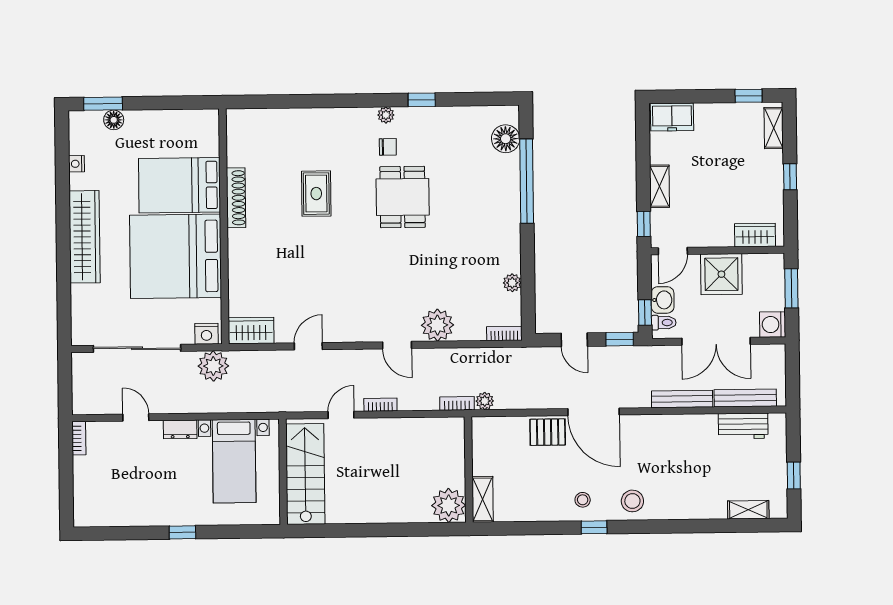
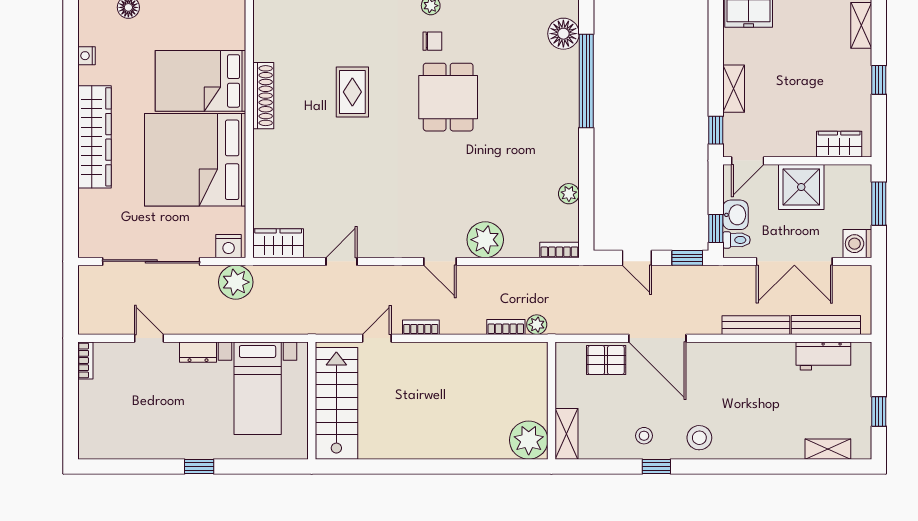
wall: (469, 469) -> (551, 401), moved
shelving: (483, 499) -> (567, 434), moved
plant: (449, 505) -> (529, 440), moved

